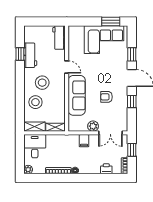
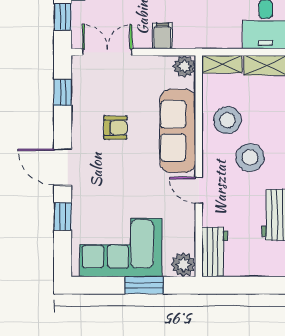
window: (111, 22) -> (144, 285), moved
plant: (74, 31) -> (183, 265), added
window: (132, 101) -> (63, 93), moved
stool: (35, 102) -> (227, 120), moved
plant: (93, 126) -> (184, 66), moved

